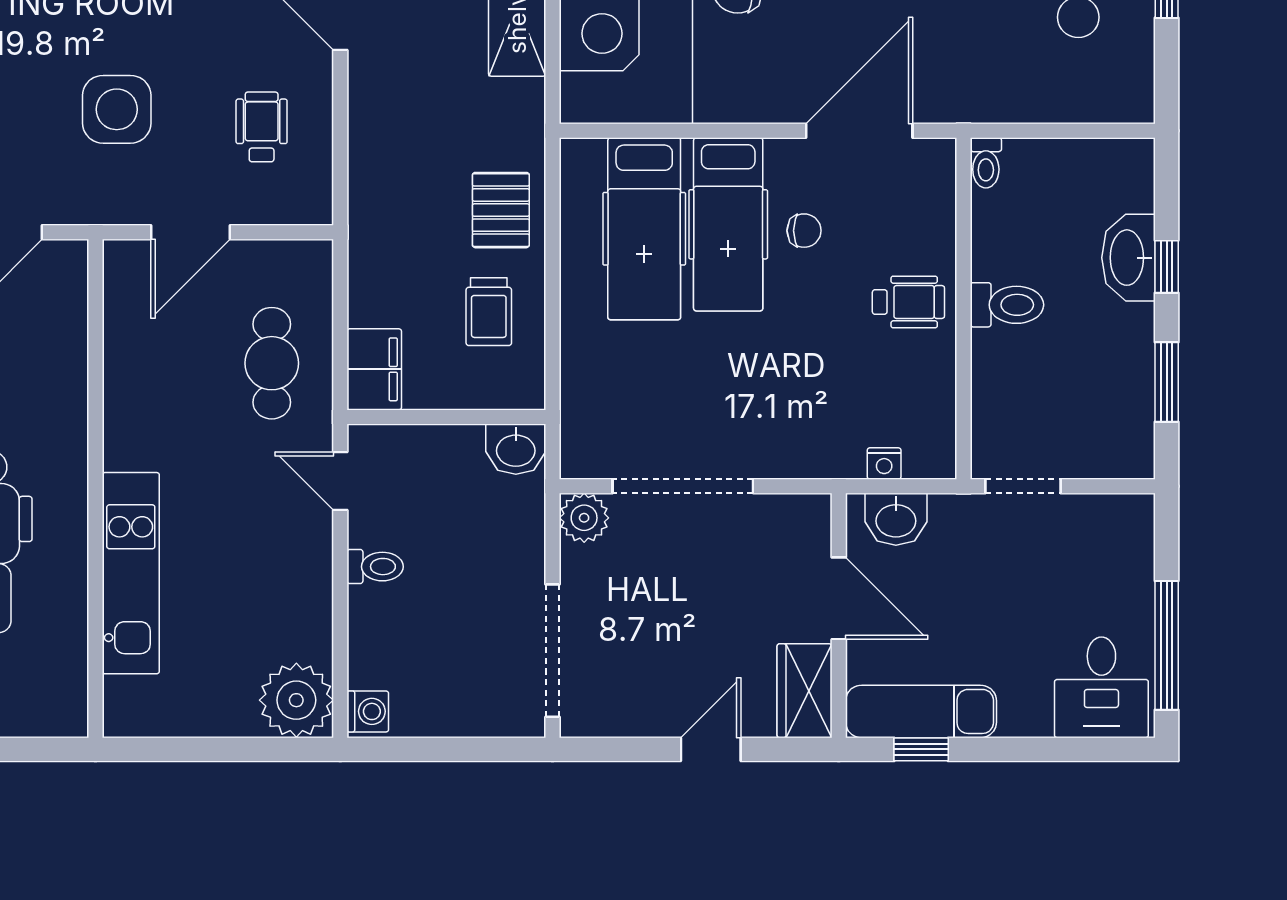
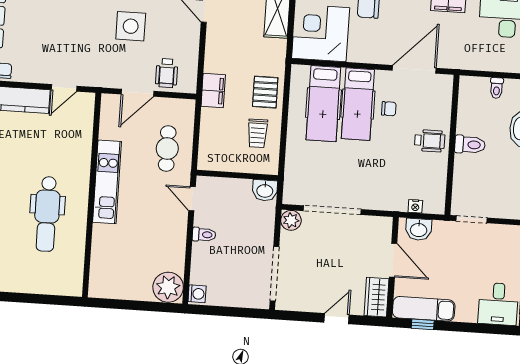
side table: (117, 109) -> (131, 26), moved
wheelchair: (262, 127) -> (167, 73), moved, turned 180
toilet: (986, 163) -> (497, 88), moved
filing cabinet: (374, 369) -> (213, 91), moved
kitchen unit: (131, 573) -> (107, 182), moved

